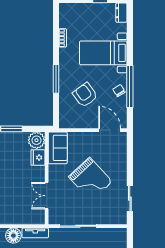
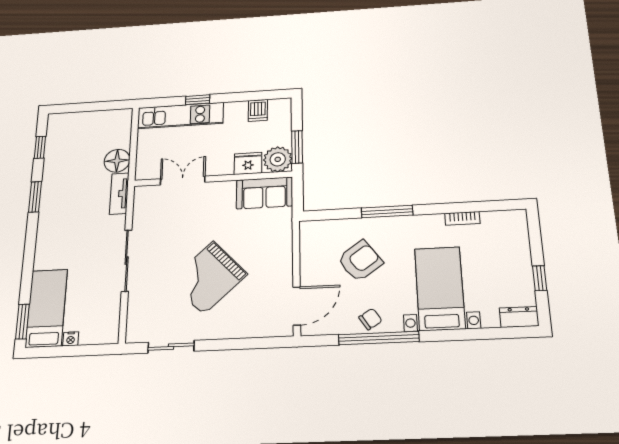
plant: (37, 140) -> (278, 159), moved
sofa: (58, 148) -> (264, 193), moved
fridge: (38, 157) -> (248, 163), moved
wall: (47, 178) -> (213, 179), moved
double door: (47, 196) -> (183, 181), moved

